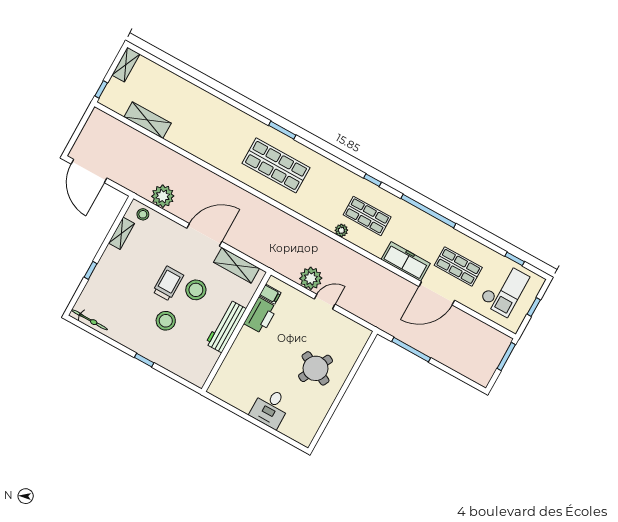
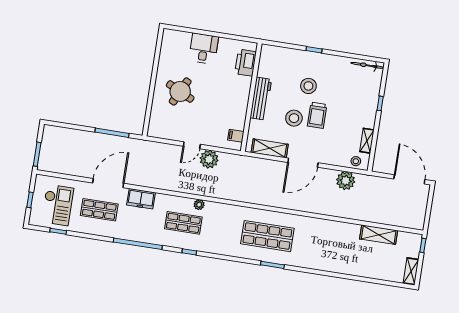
freezer: (406, 261) -> (141, 199), width x0.71
checkout: (504, 290) -> (57, 205), turned 180
printer: (261, 316) -> (246, 63), moved

